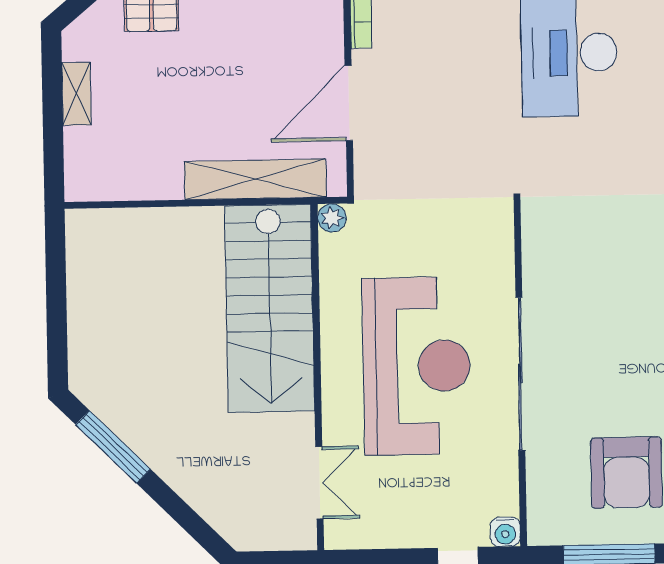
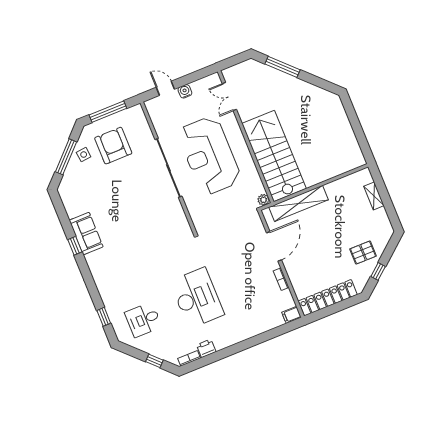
shelving: (77, 94) -> (374, 196), moved
window: (113, 447) -> (283, 67), moved
water cooler: (505, 532) -> (185, 91), moved

